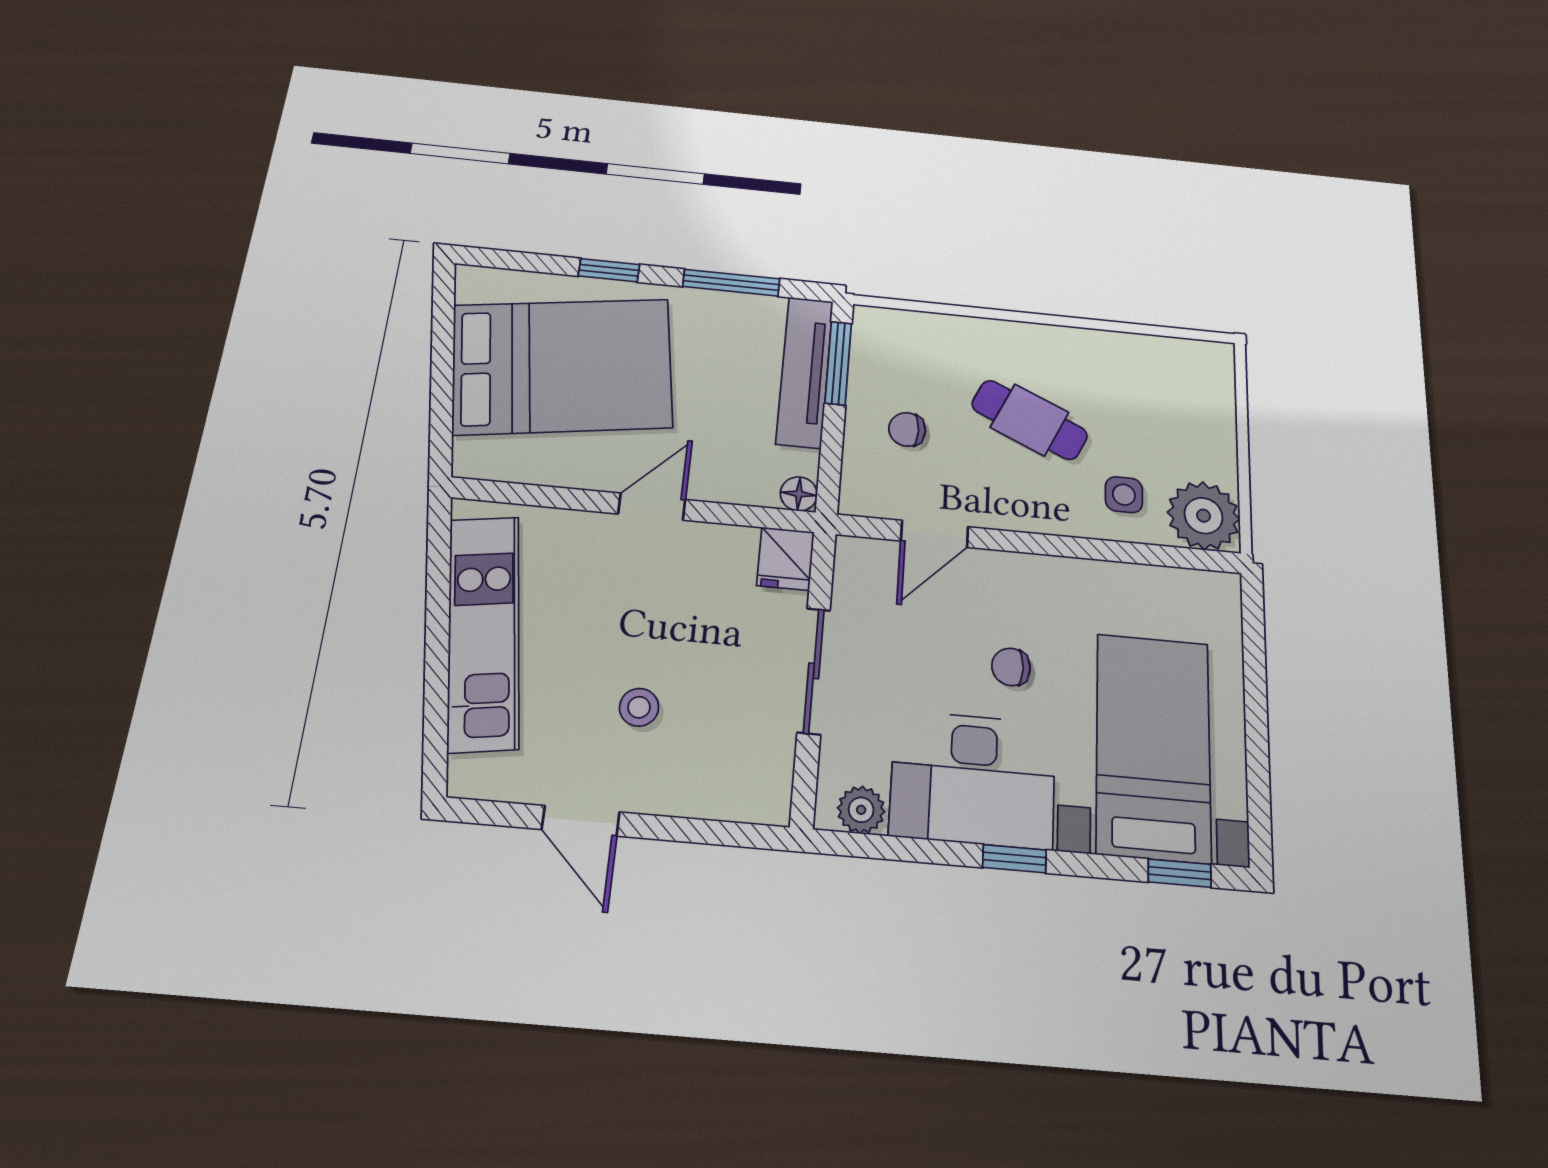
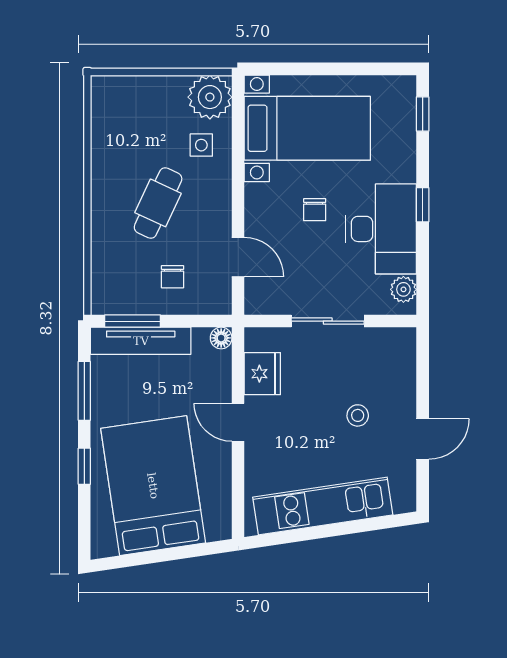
fridge: (786, 559) -> (262, 374), moved, width x1.38
bed with nightstands: (1153, 746) -> (307, 128), moved, turned 180

